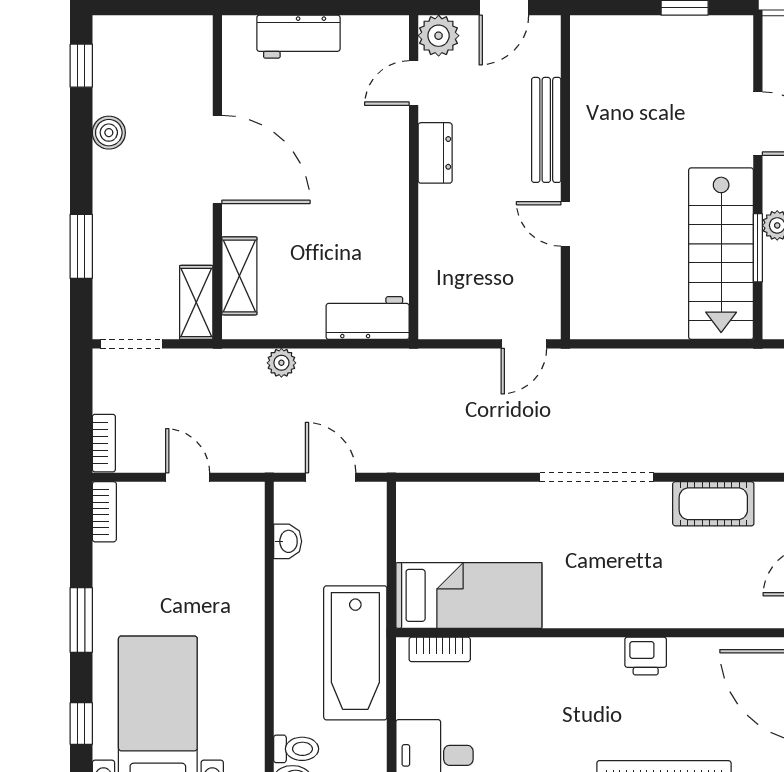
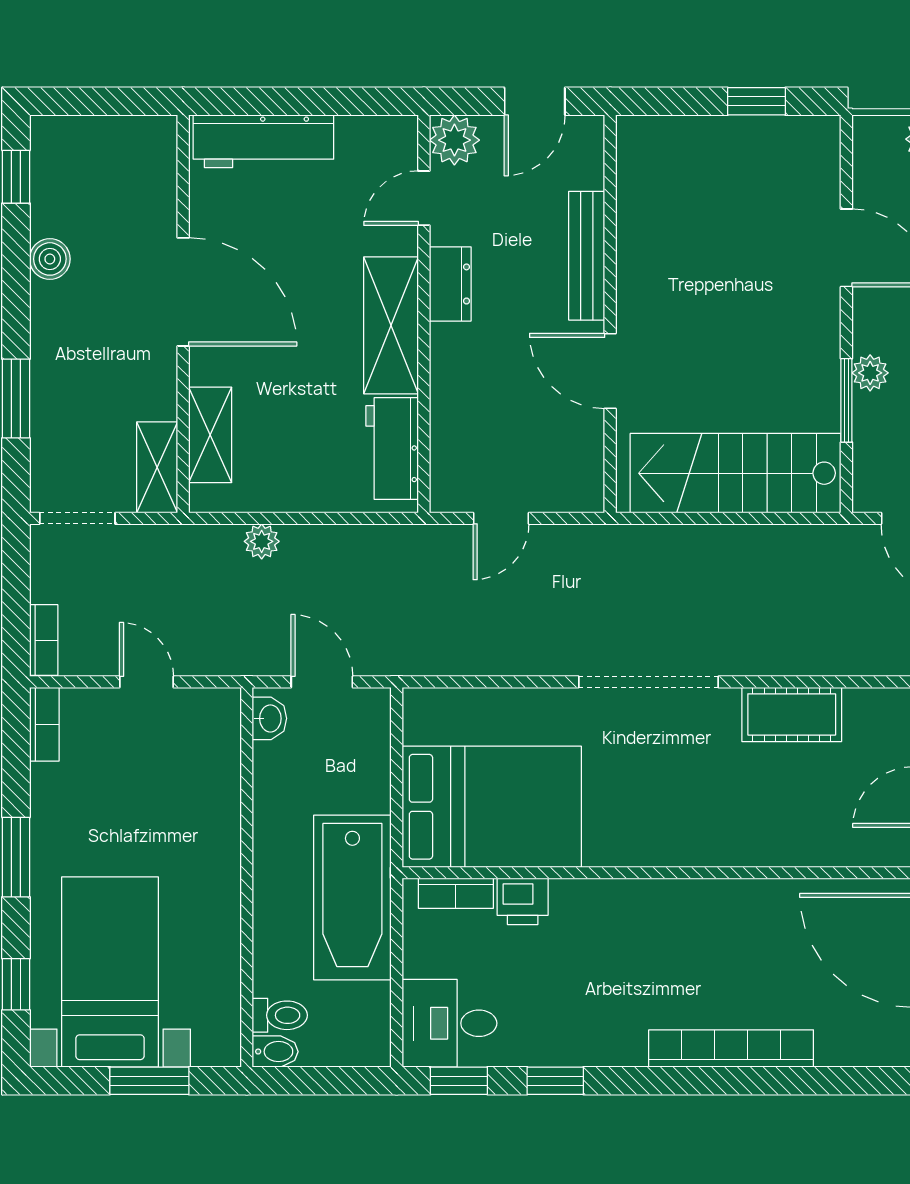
workbench: (298, 37) -> (263, 141), width x1.37
shelving: (387, 187) -> (391, 325), added
door: (565, 224) -> (610, 371), width x1.38
stairs: (721, 254) -> (736, 473), moved, turned 90
workbench: (368, 318) -> (392, 448), moved, turned -90
door: (524, 344) -> (501, 518), moved
washbasin: (288, 541) -> (269, 718), moved
bed: (469, 595) -> (492, 807), width x1.50
printer: (646, 656) -> (523, 901), moved

